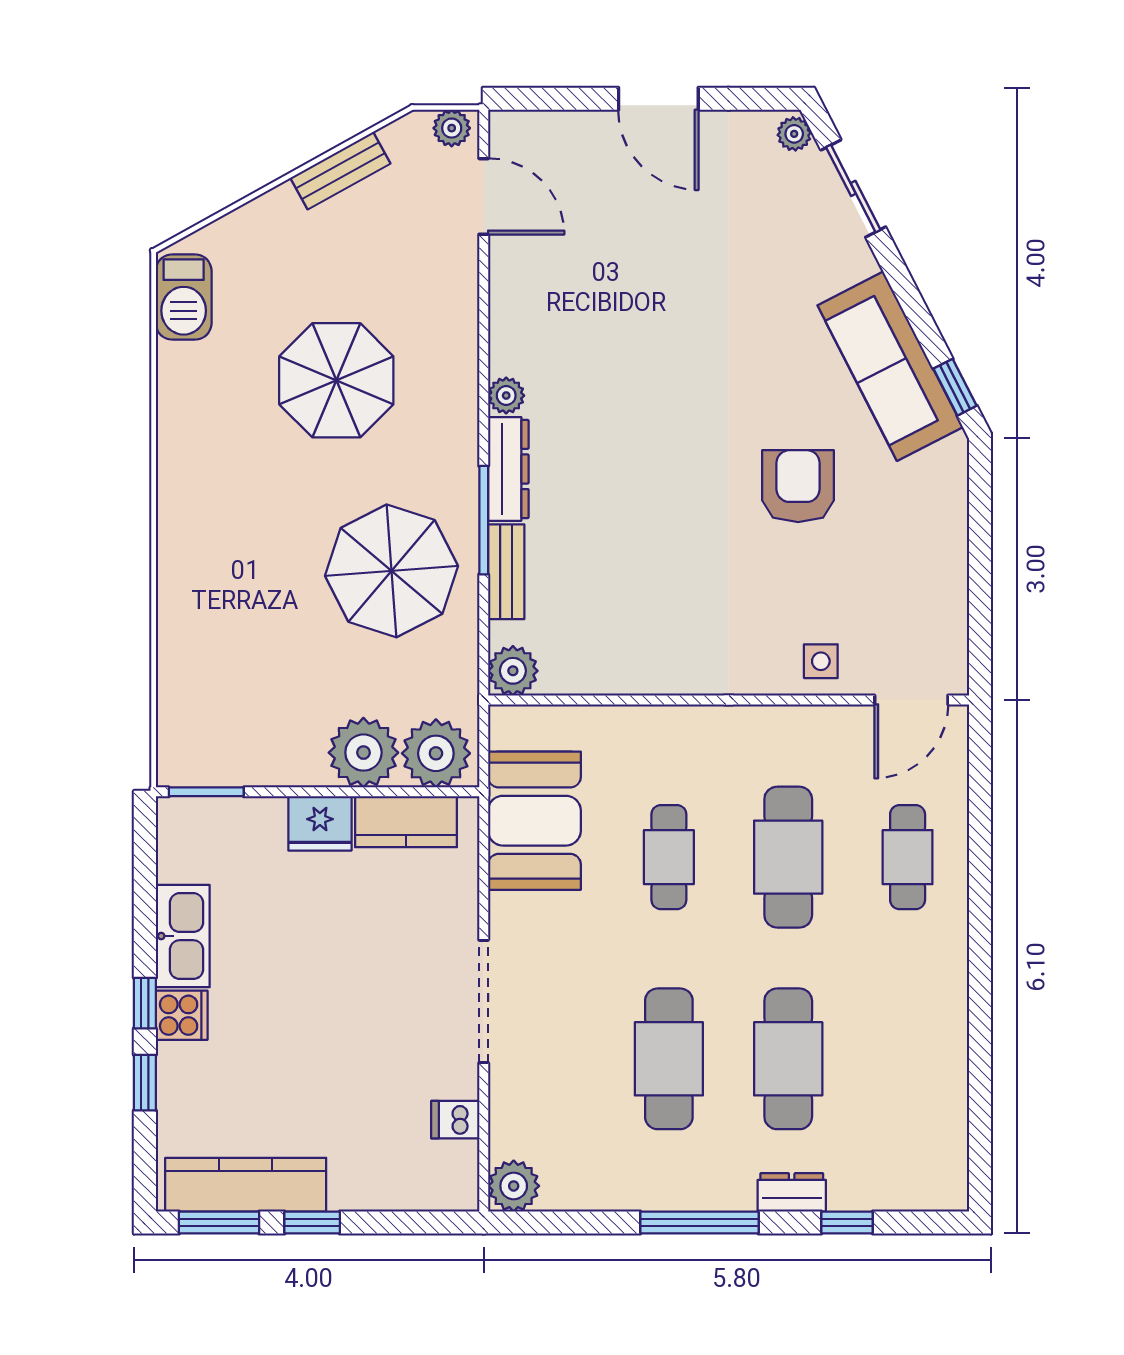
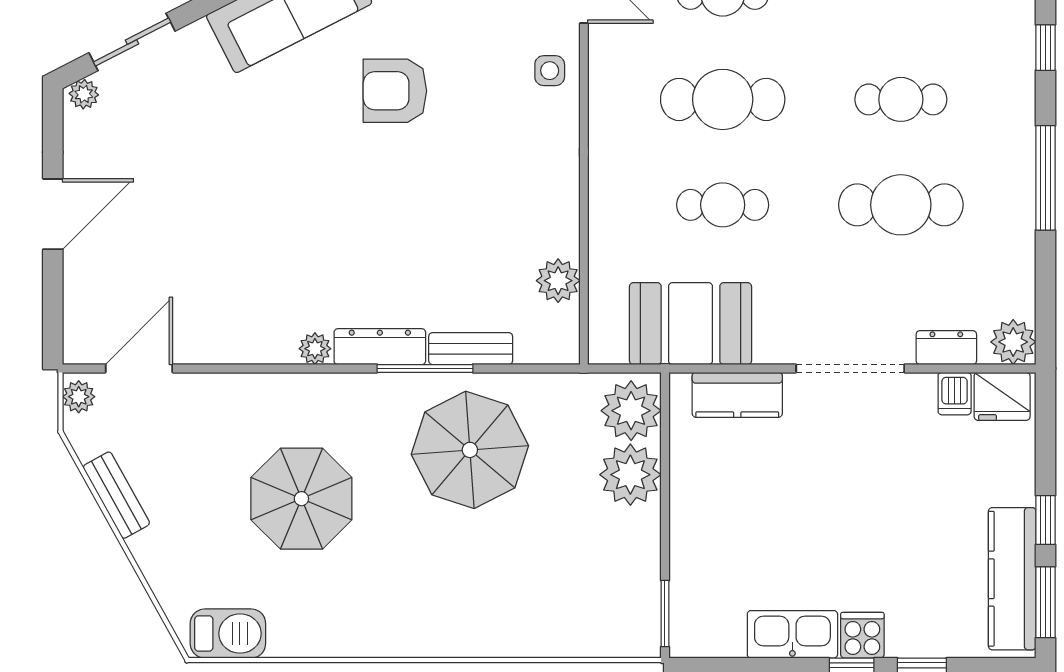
plant: (513, 671) -> (558, 281), moved
kitchen counter: (406, 822) -> (737, 395), moved, turned 90
fridge: (320, 823) -> (1002, 396), moved, turned 90
cafe table: (788, 1059) -> (901, 99), width x0.73, depth x0.74
dresser: (792, 1192) -> (946, 348), moved, turned 90

